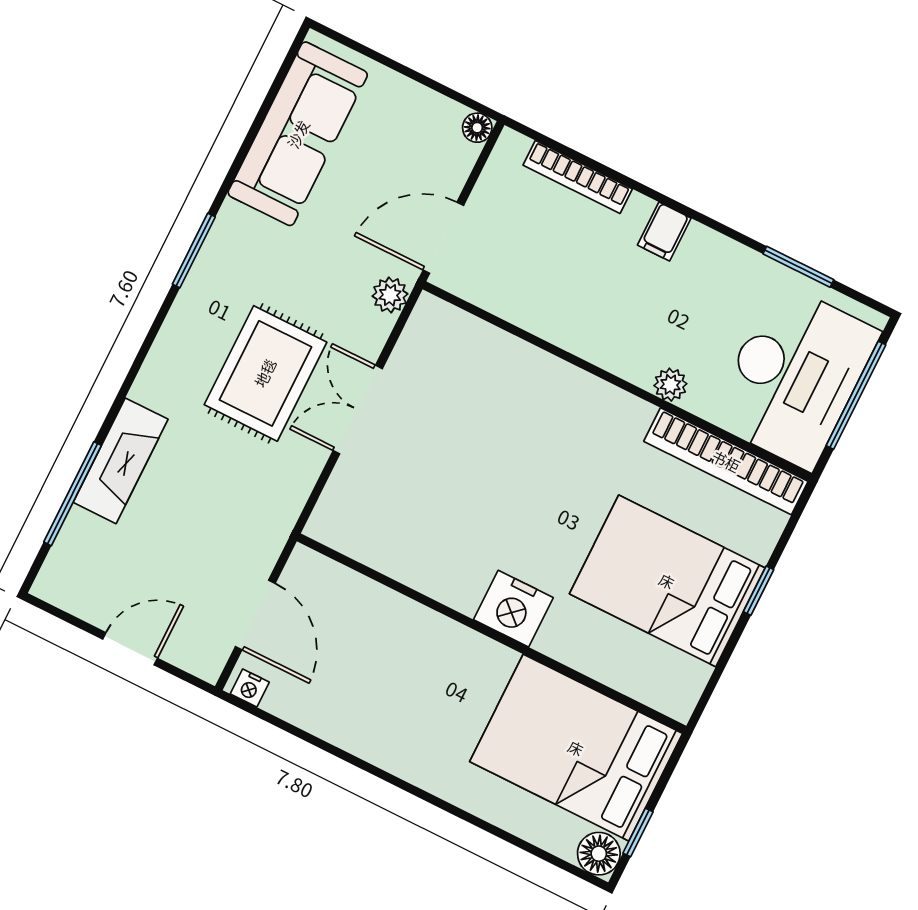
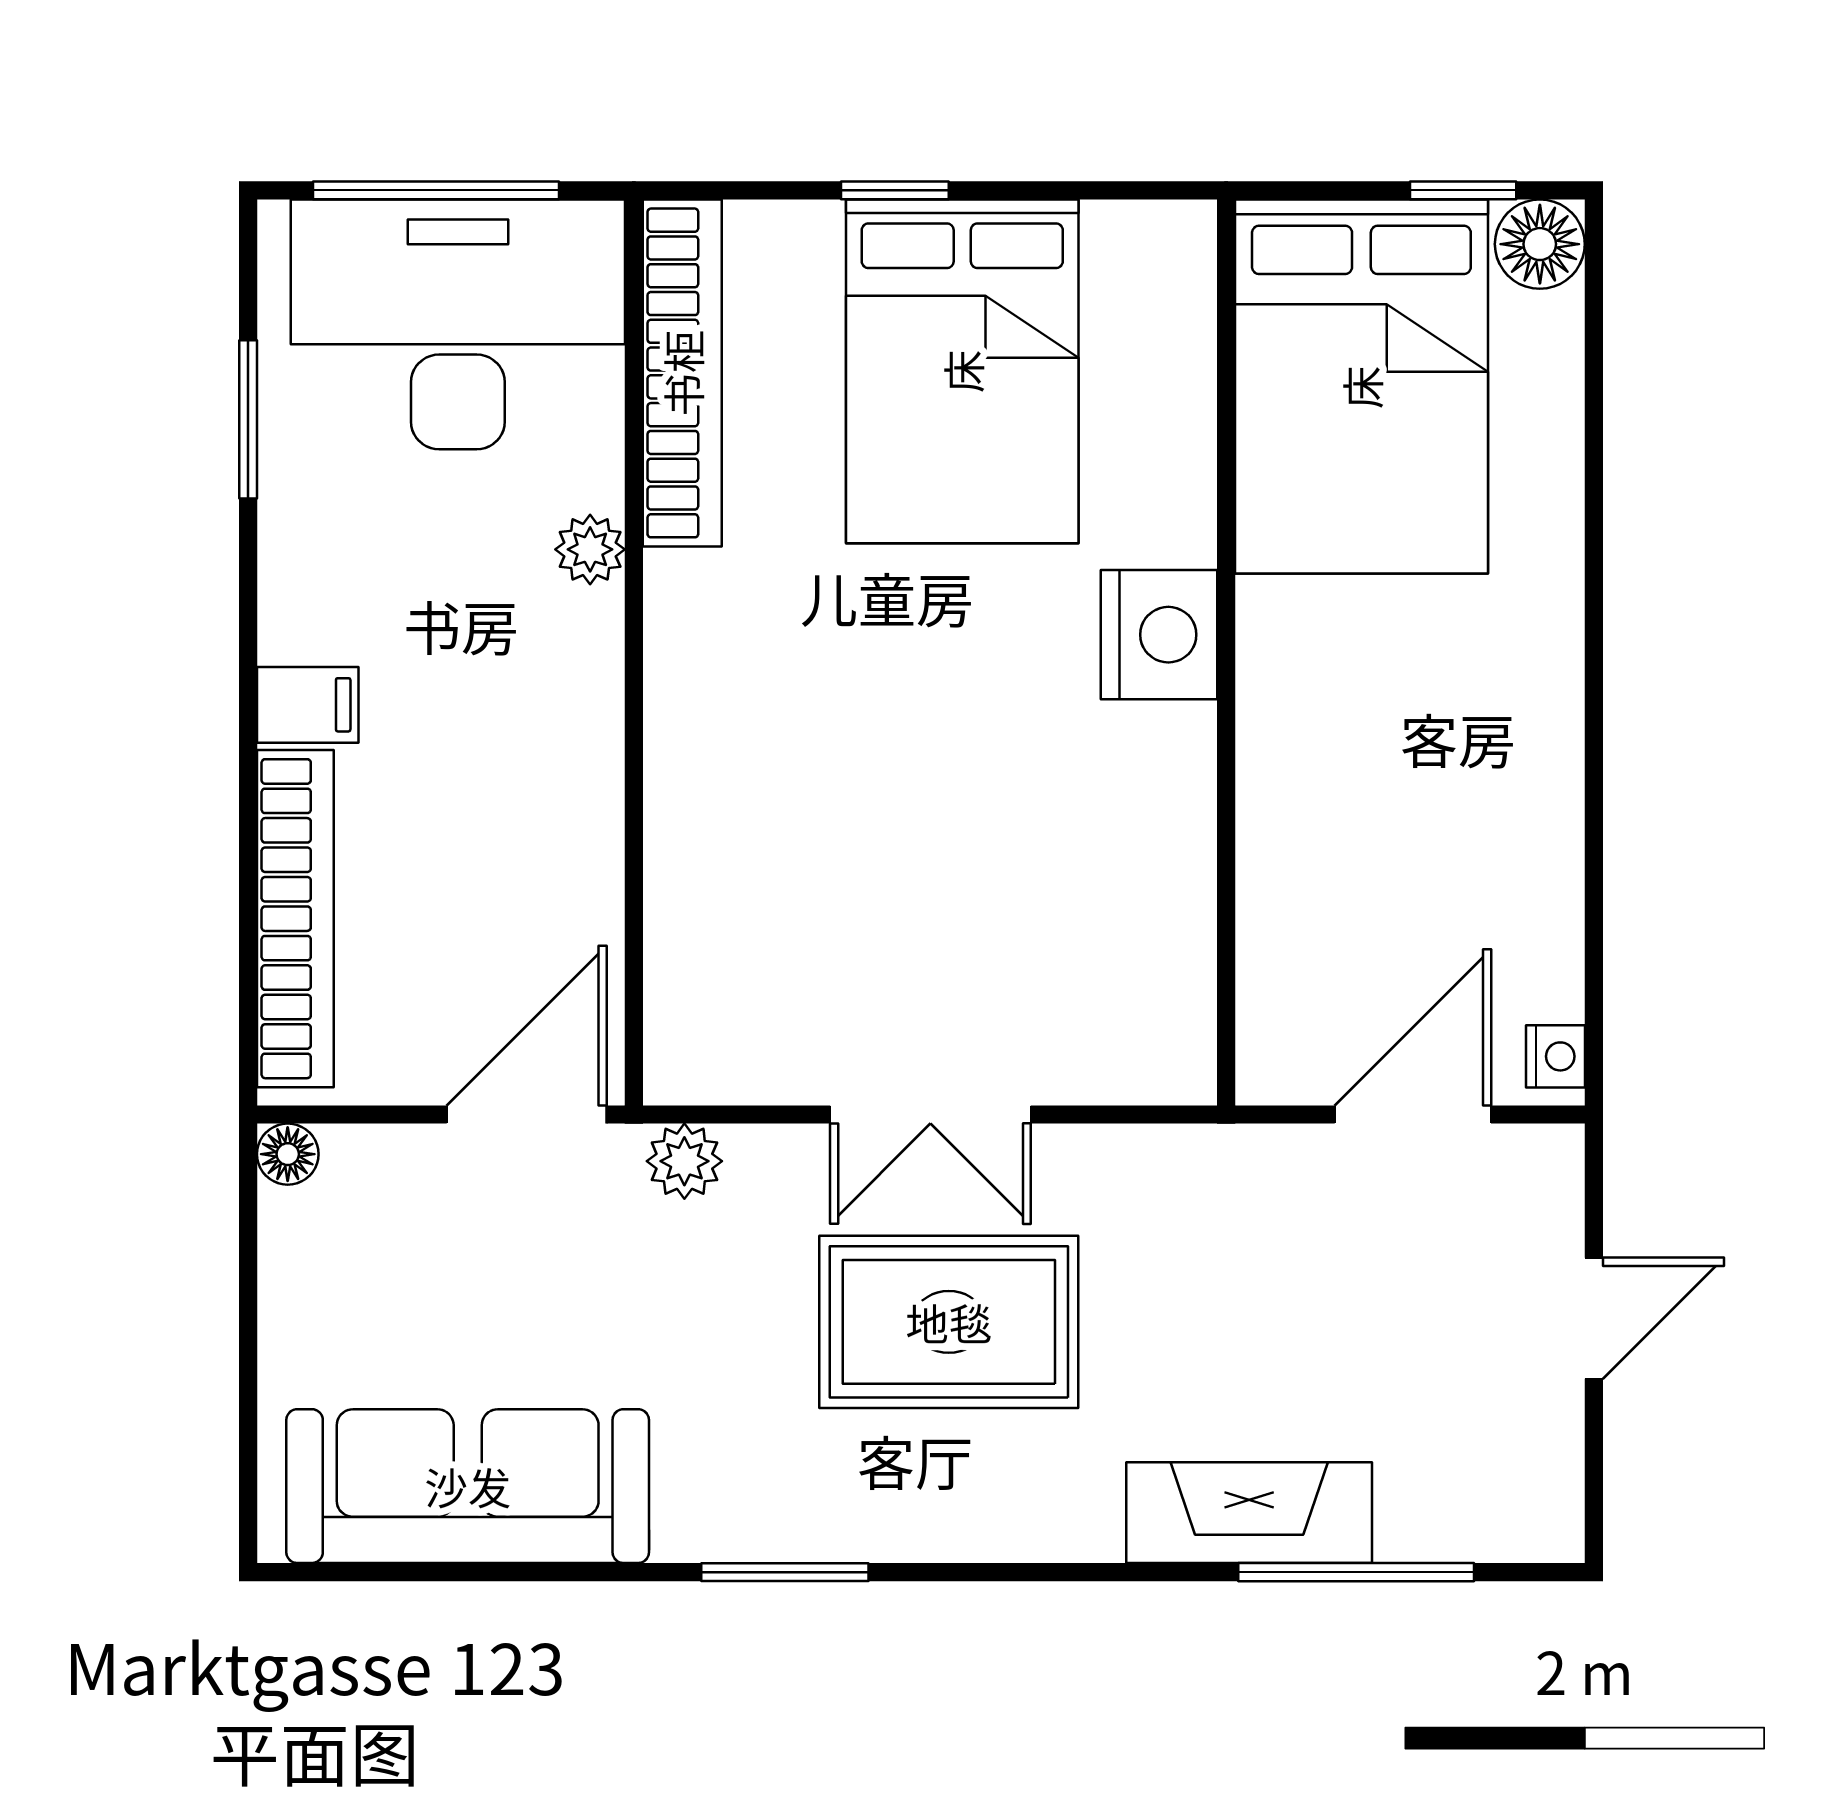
bookcase: (578, 177) -> (295, 919), width x1.48, depth x1.31
door: (443, 238) -> (527, 1115), swing flipped
door: (130, 649) -> (1594, 1318), swing flipped

